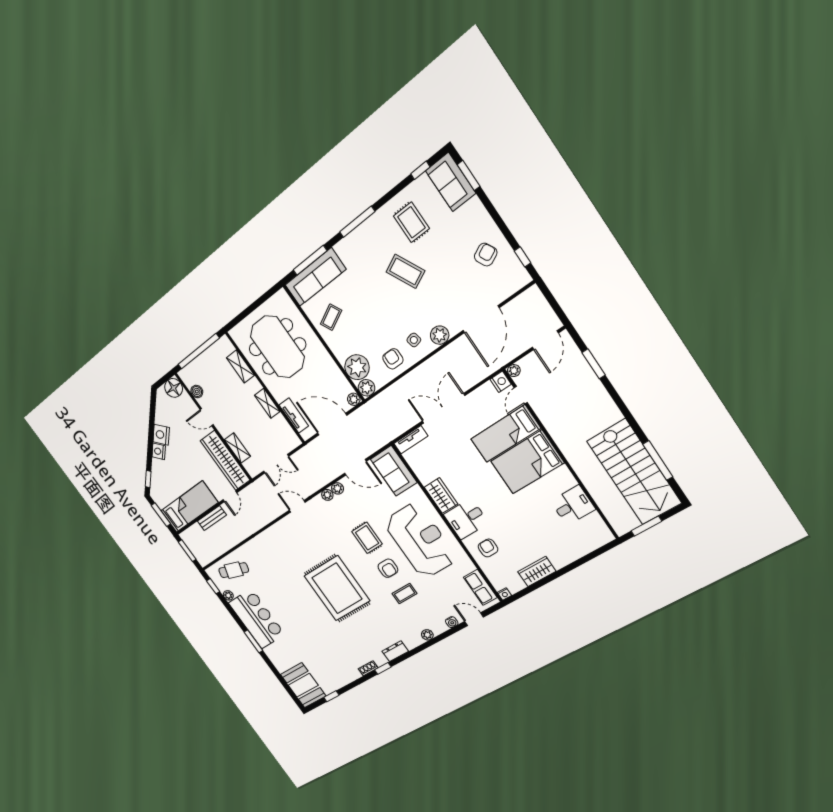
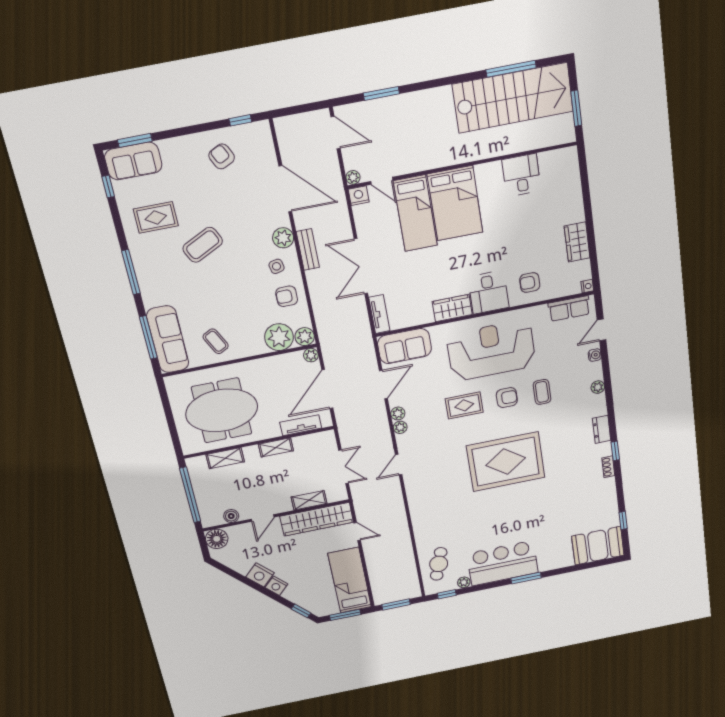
bench: (212, 518) -> (308, 249), moved

